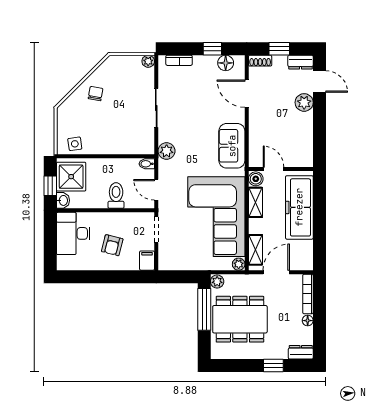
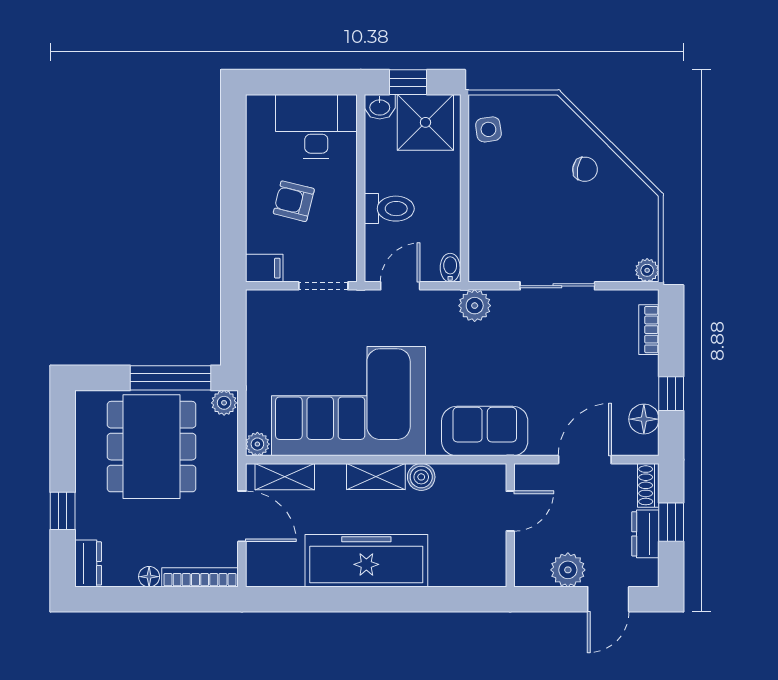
dresser: (301, 62) -> (645, 534), moved
door: (273, 169) -> (510, 511), moved
wall: (281, 169) -> (510, 525), moved

